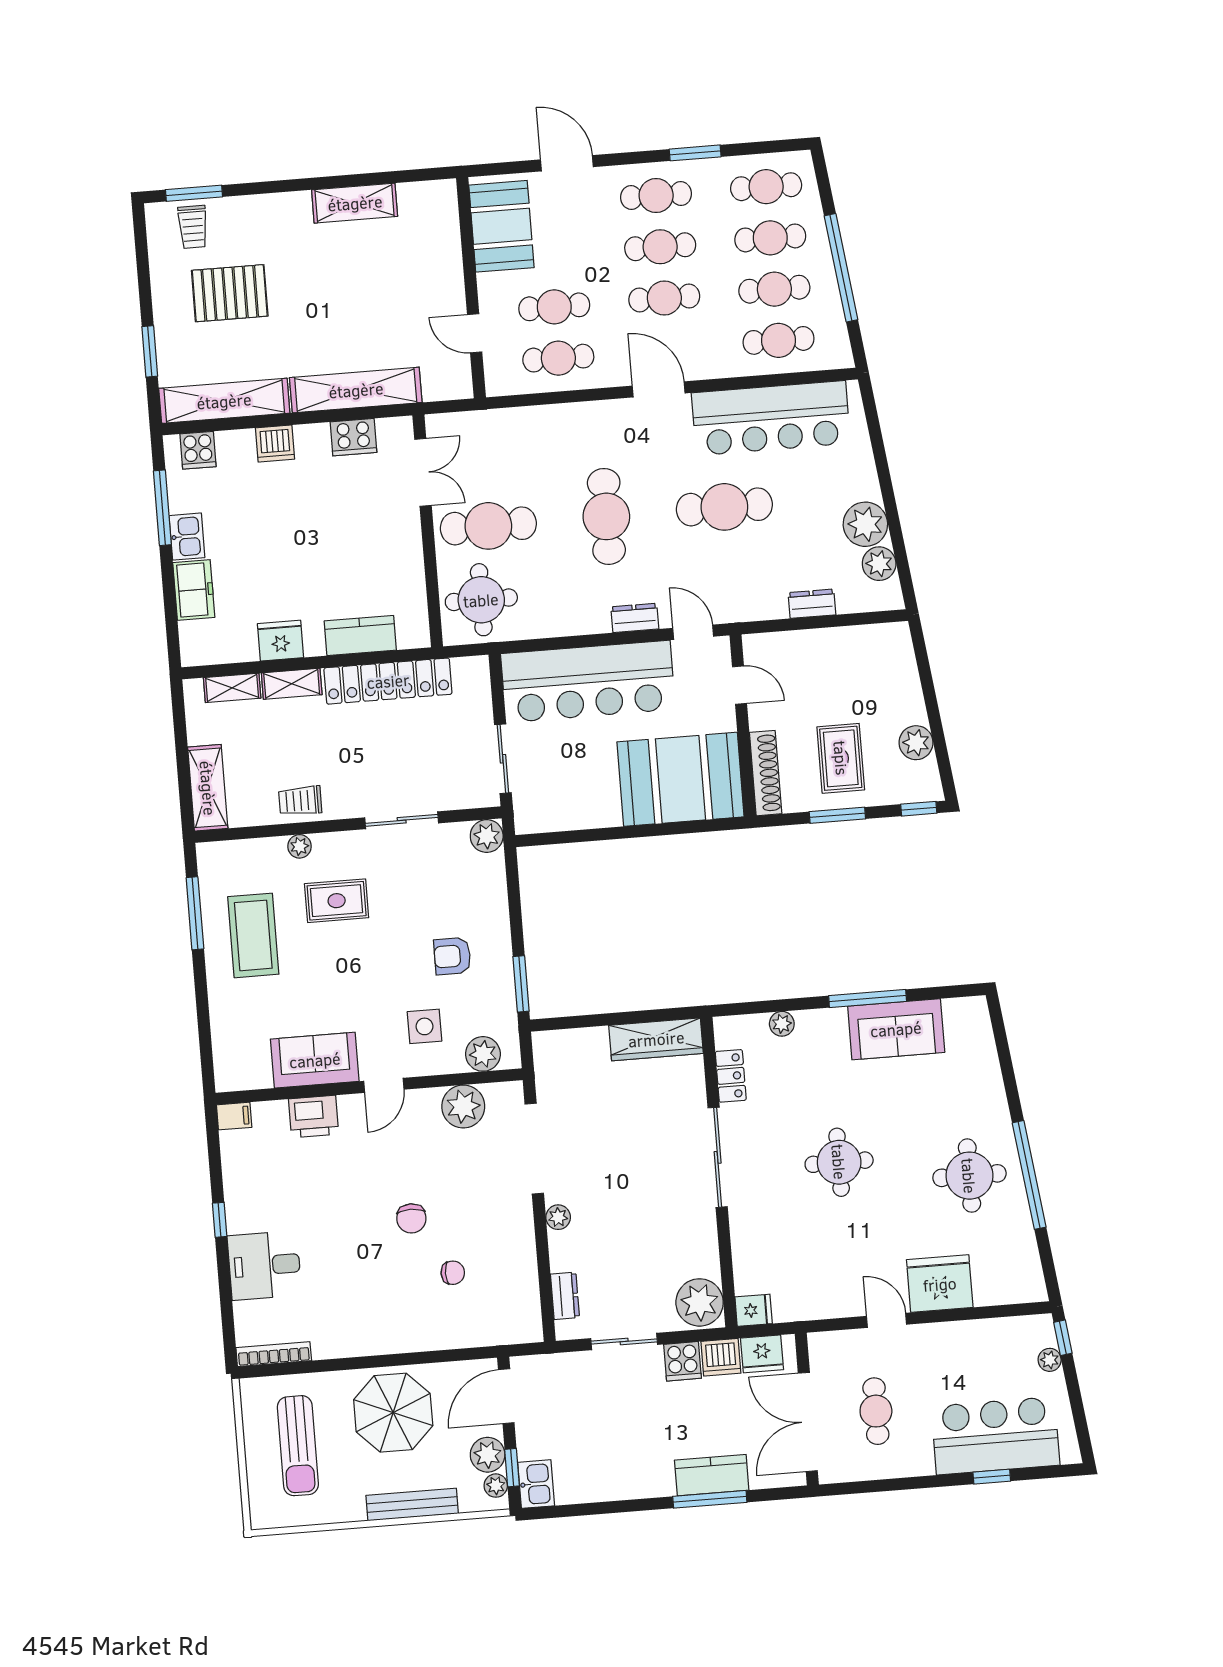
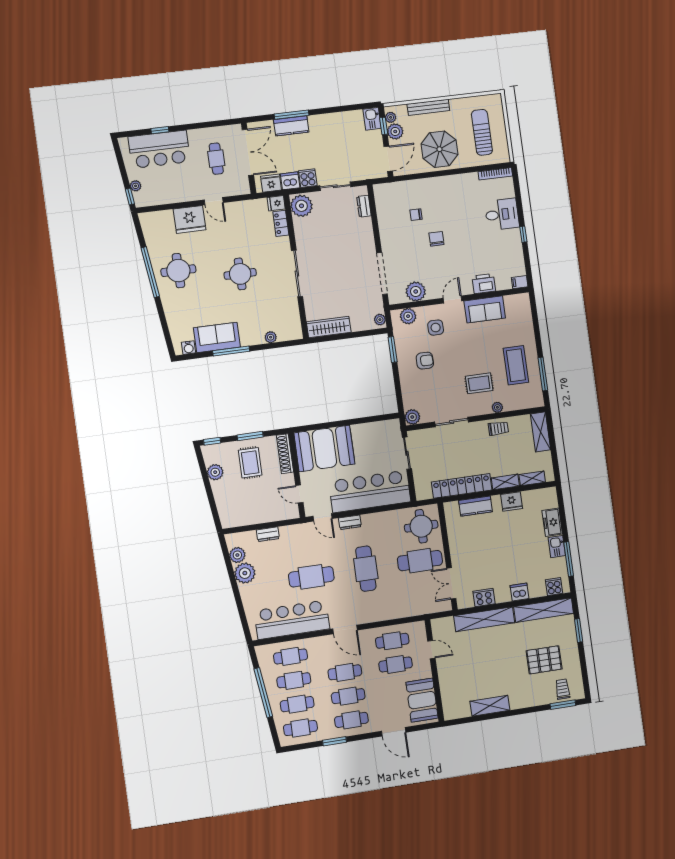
water cooler: (957, 1011) -> (189, 348), added
locker: (731, 1076) -> (281, 223), moved
plant: (558, 1217) -> (380, 320), moved

